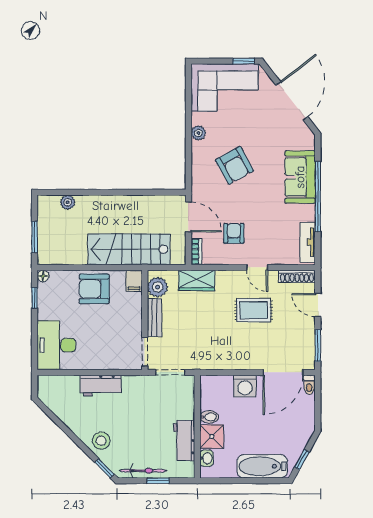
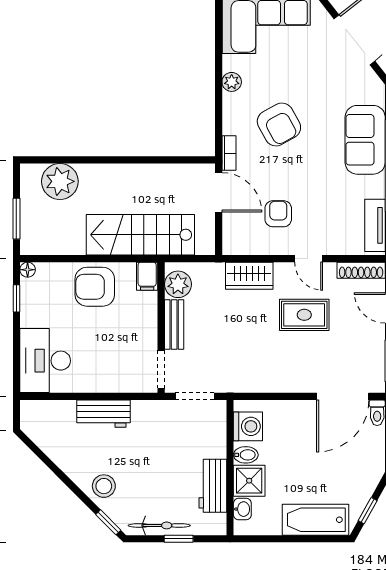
plant: (68, 202) -> (60, 181), width x1.88, depth x1.88
bookcase: (196, 252) -> (229, 153), moved
wardrobe: (197, 280) -> (249, 276), moved
washing machine: (245, 386) -> (248, 426), moved, turned -90

